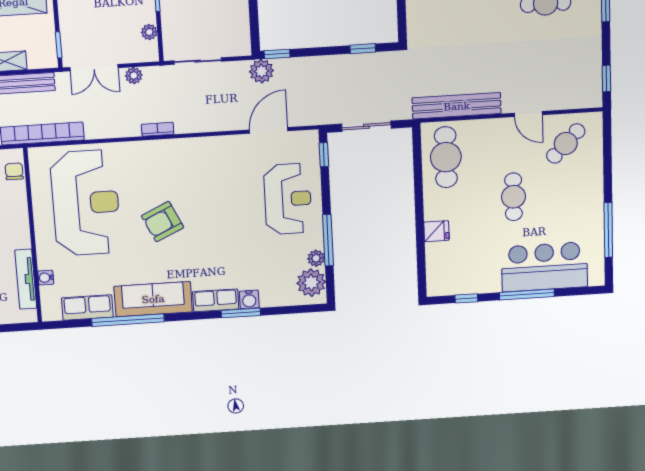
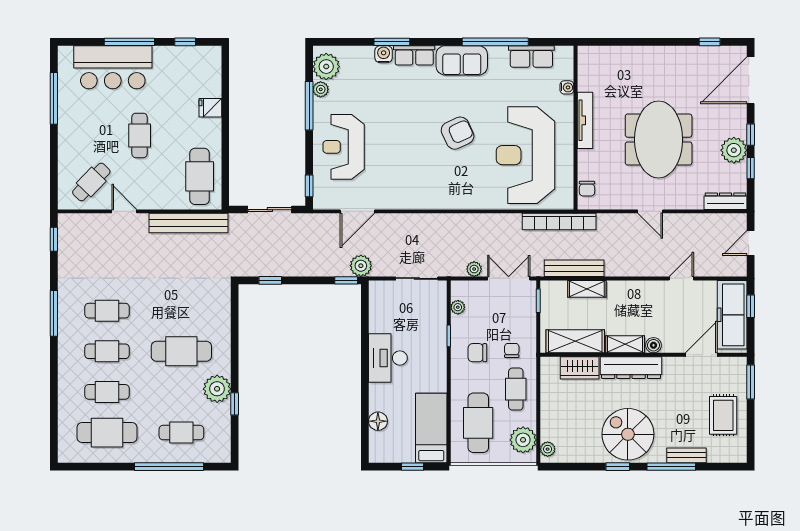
bookcase: (158, 129) -> (456, 219), removed
tv unit: (26, 279) -> (585, 120), moved
sofa: (153, 299) -> (462, 60), width x0.73

